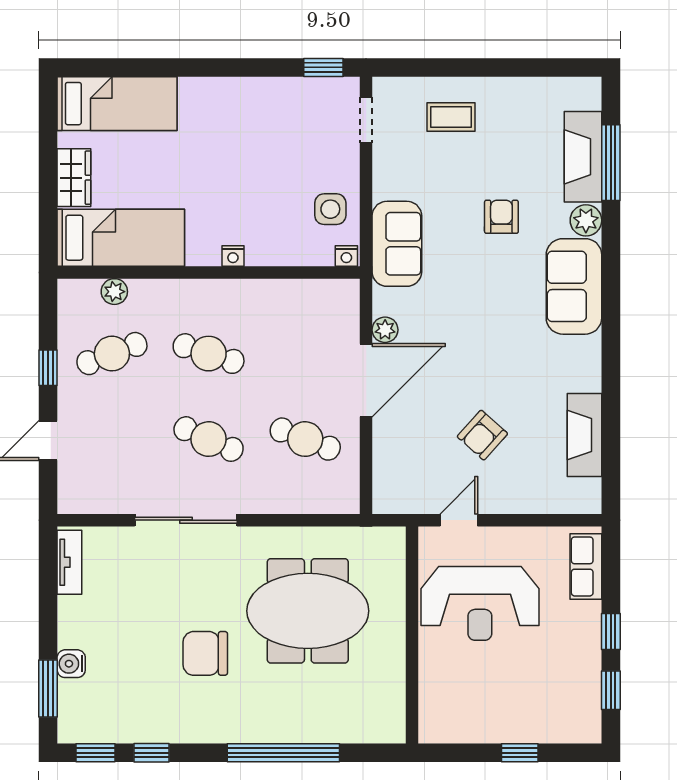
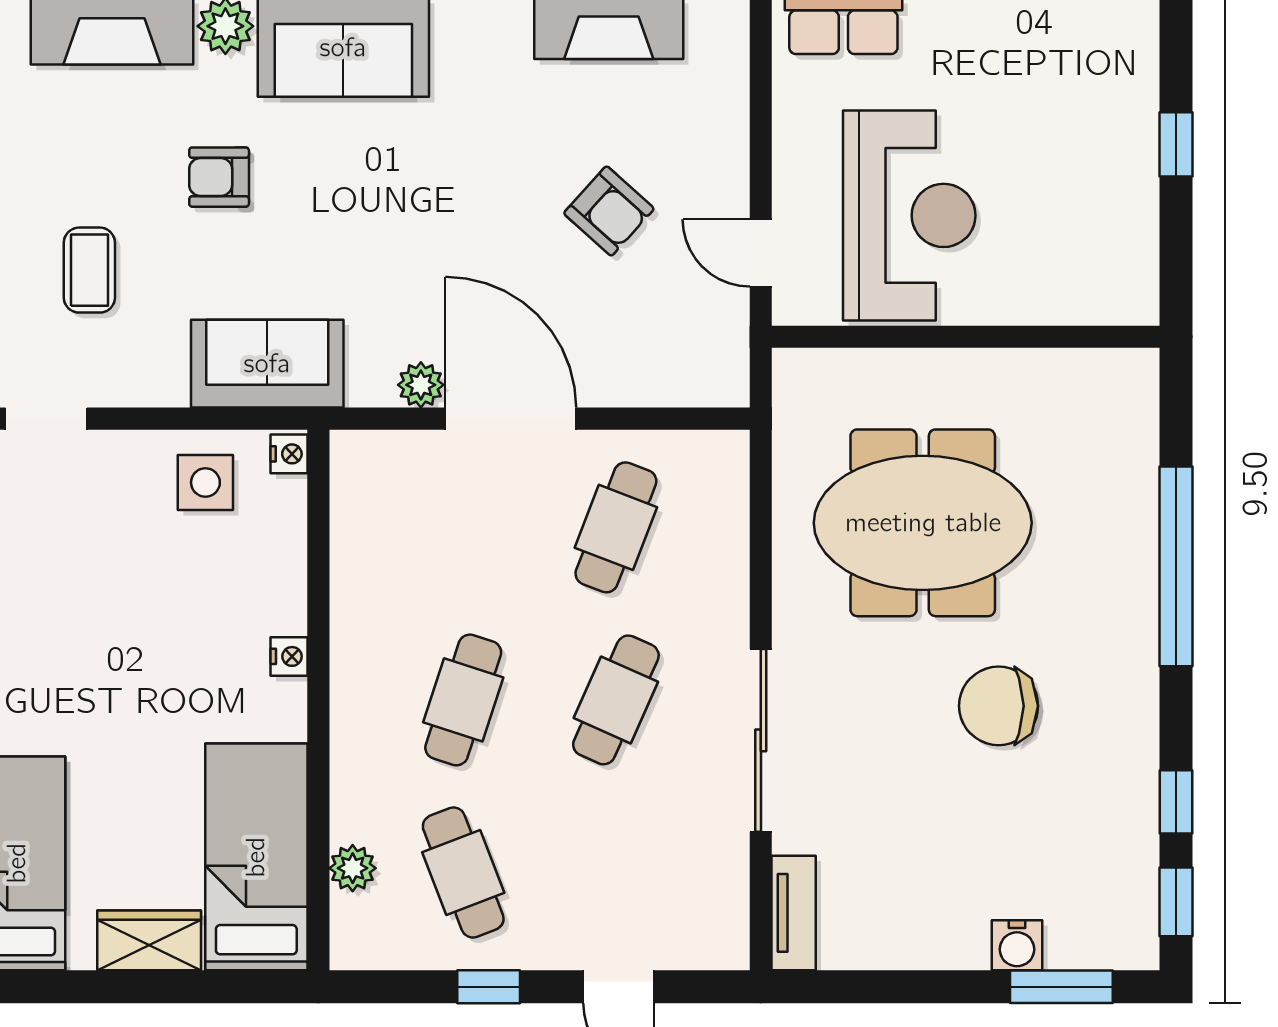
coffee table: (451, 117) -> (89, 270), moved
tv unit: (69, 562) -> (794, 913), moved, turned 90
meeting table: (308, 611) -> (923, 523), turned 90
chair: (205, 653) -> (999, 706), turned 90

